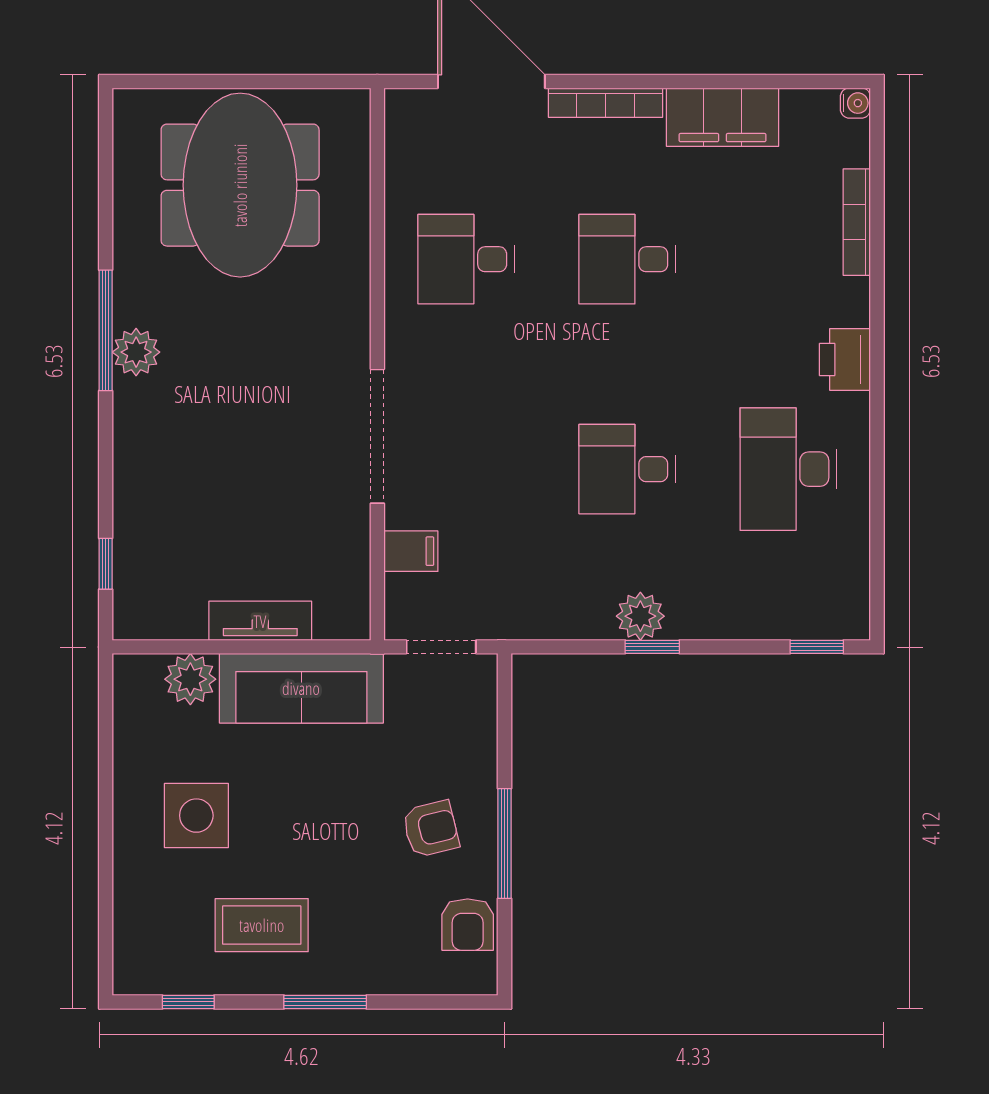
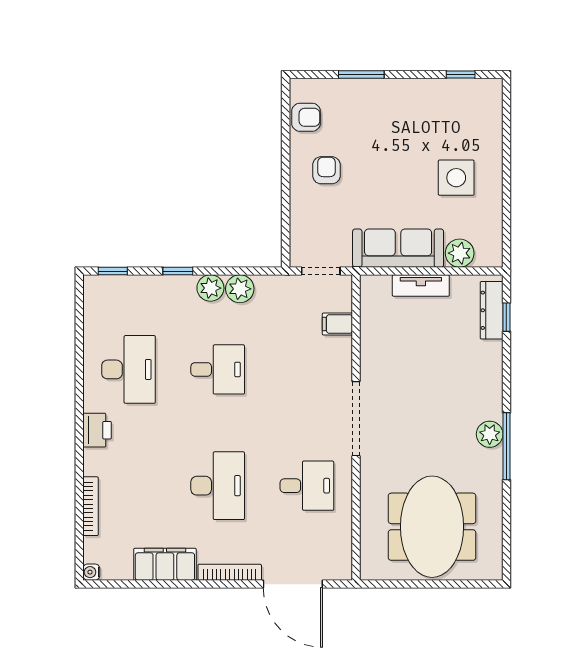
desk: (627, 259) -> (218, 486), width x1.37
doorway: (377, 436) -> (356, 419), moved
dresser: (133, 576) -> (492, 310), added
plant: (587, 615) -> (240, 289), added
window: (652, 647) -> (178, 271), moved
armchair: (431, 829) -> (326, 170), turned 104
window: (504, 844) -> (286, 162), removed
coffee table: (262, 925) -> (420, 117), removed
armchair: (468, 925) -> (306, 117), turned 90
window: (325, 1002) -> (361, 74), moved

